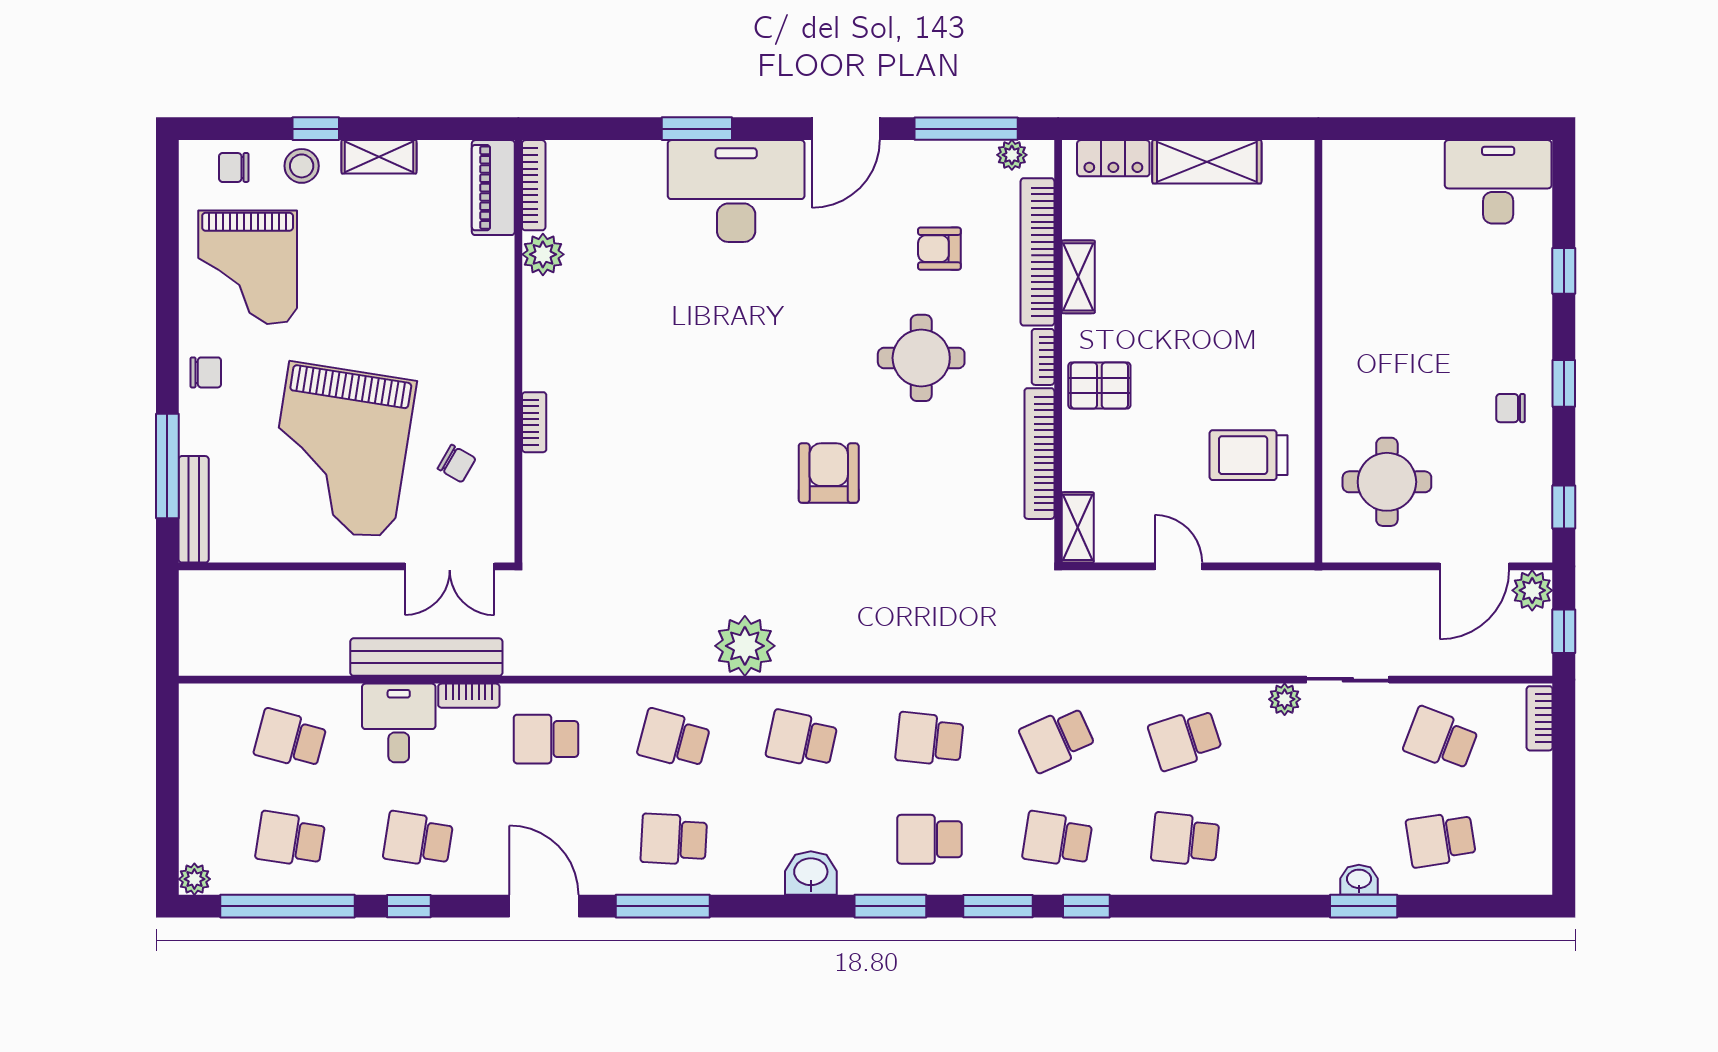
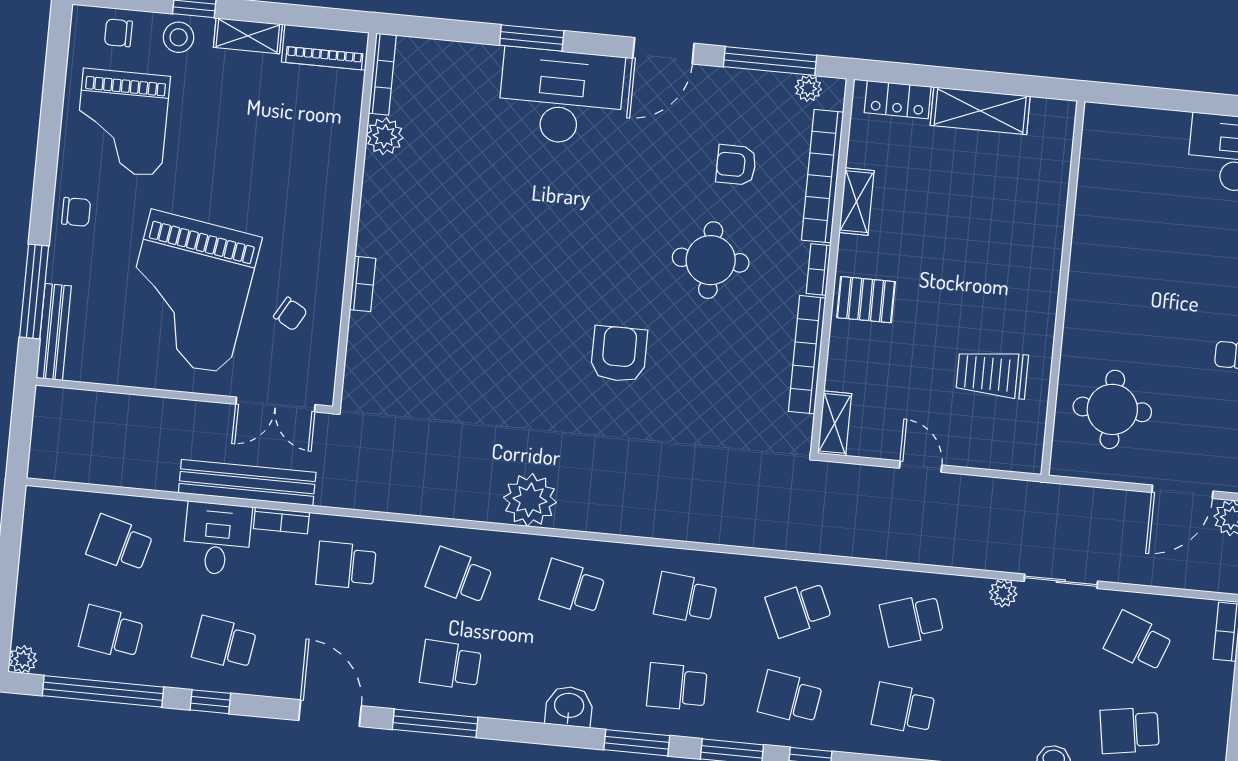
piano: (493, 188) -> (325, 47), moved, turned -90

